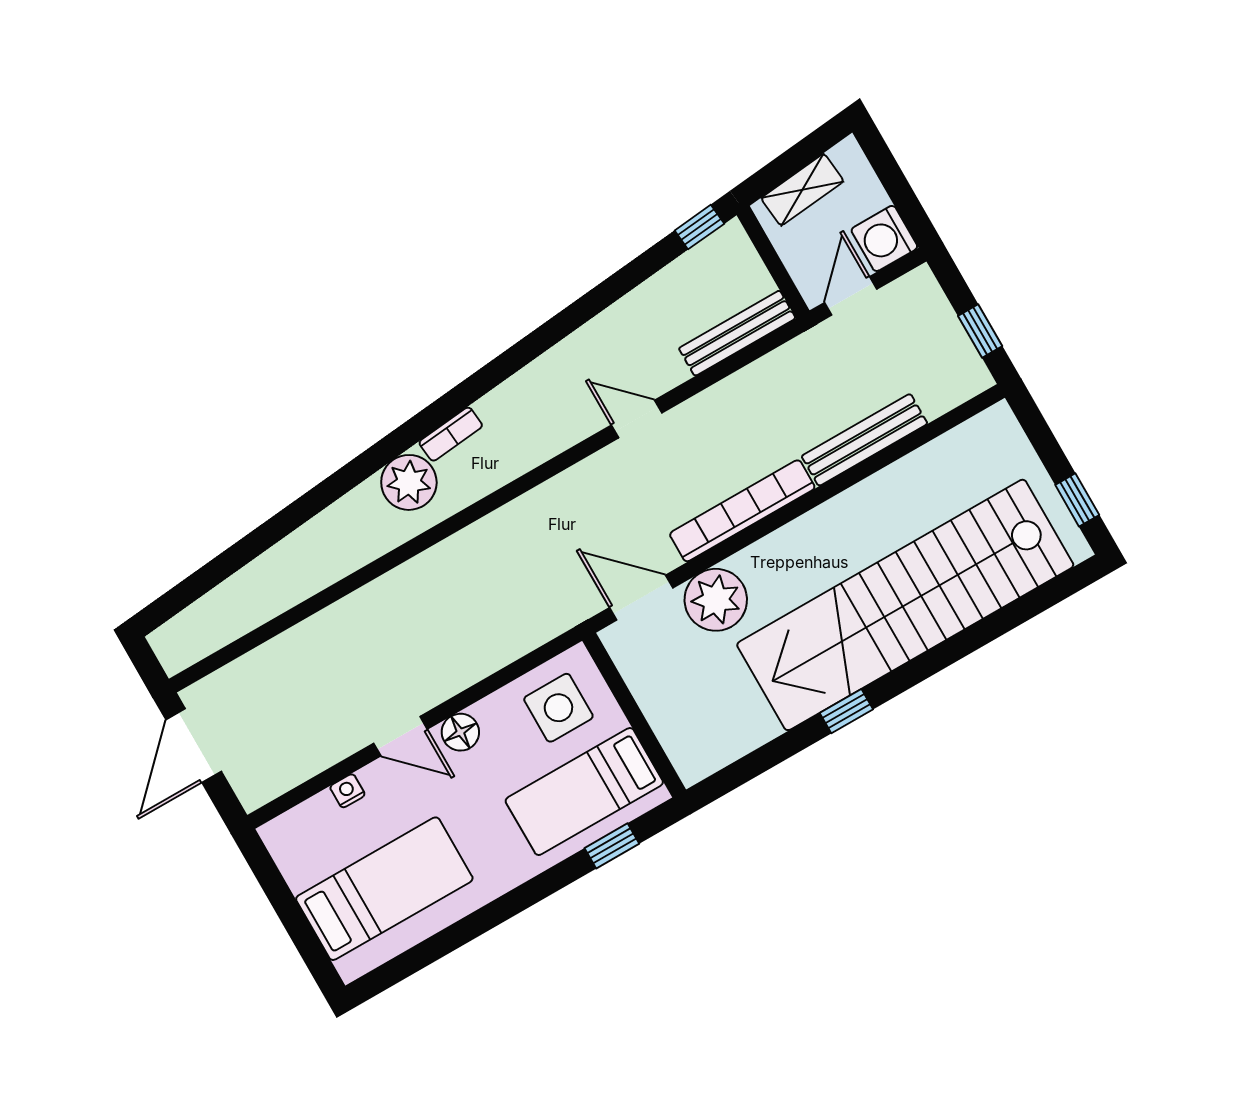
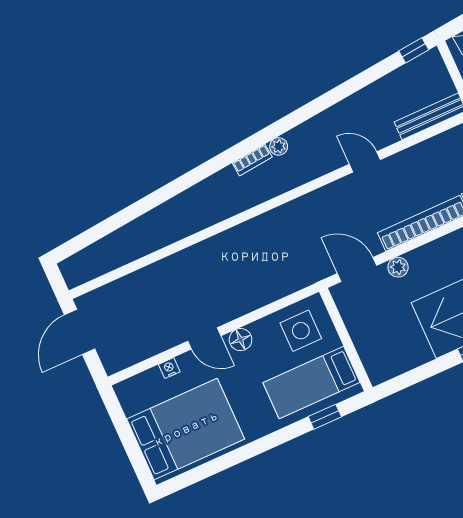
plant: (409, 482) -> (279, 146), moved, width x0.53, depth x0.53
plant: (716, 600) -> (398, 267), width x0.53, depth x0.53
bed: (384, 889) -> (186, 429), width x1.50

